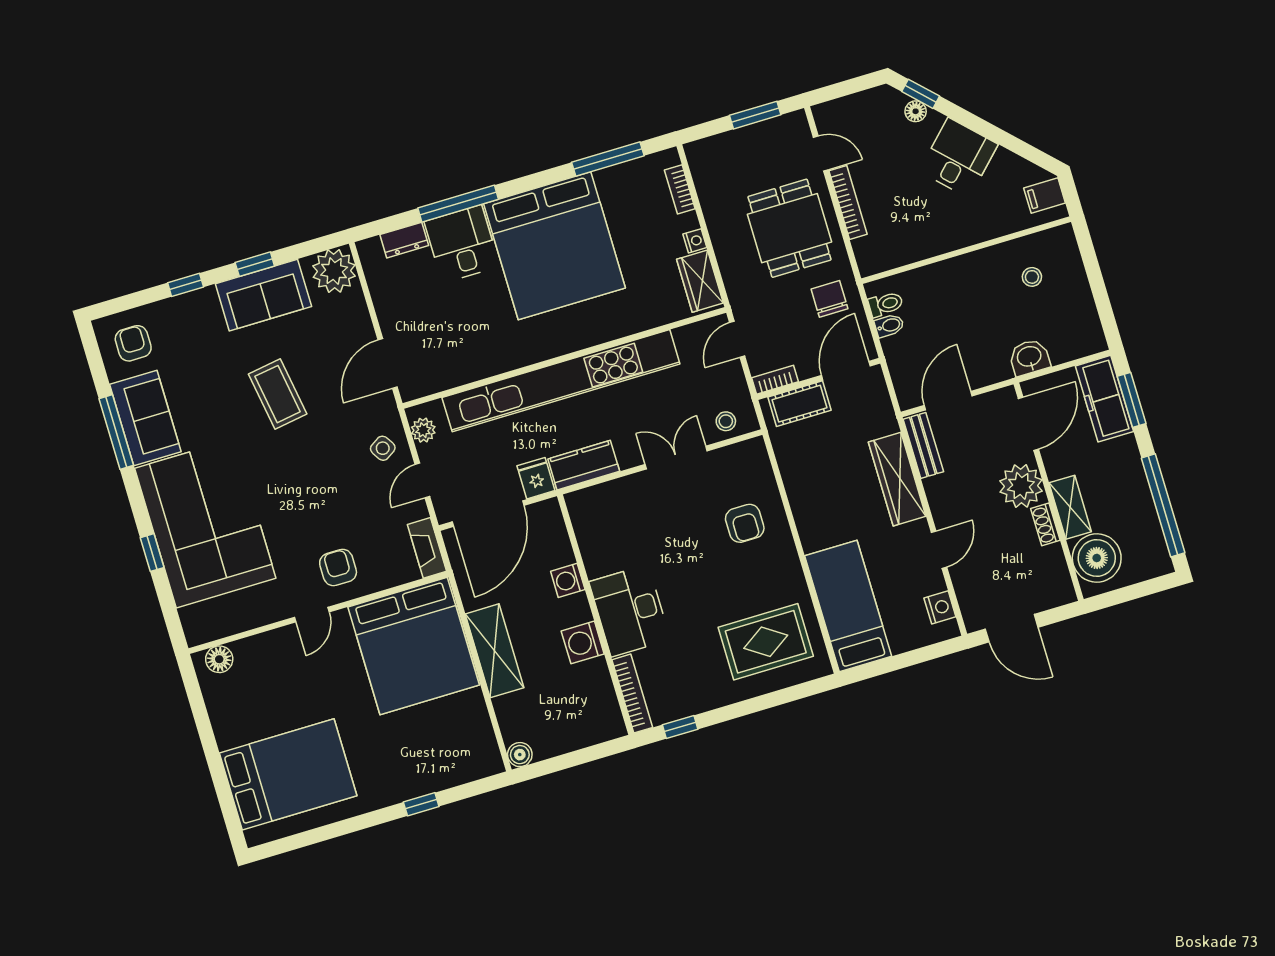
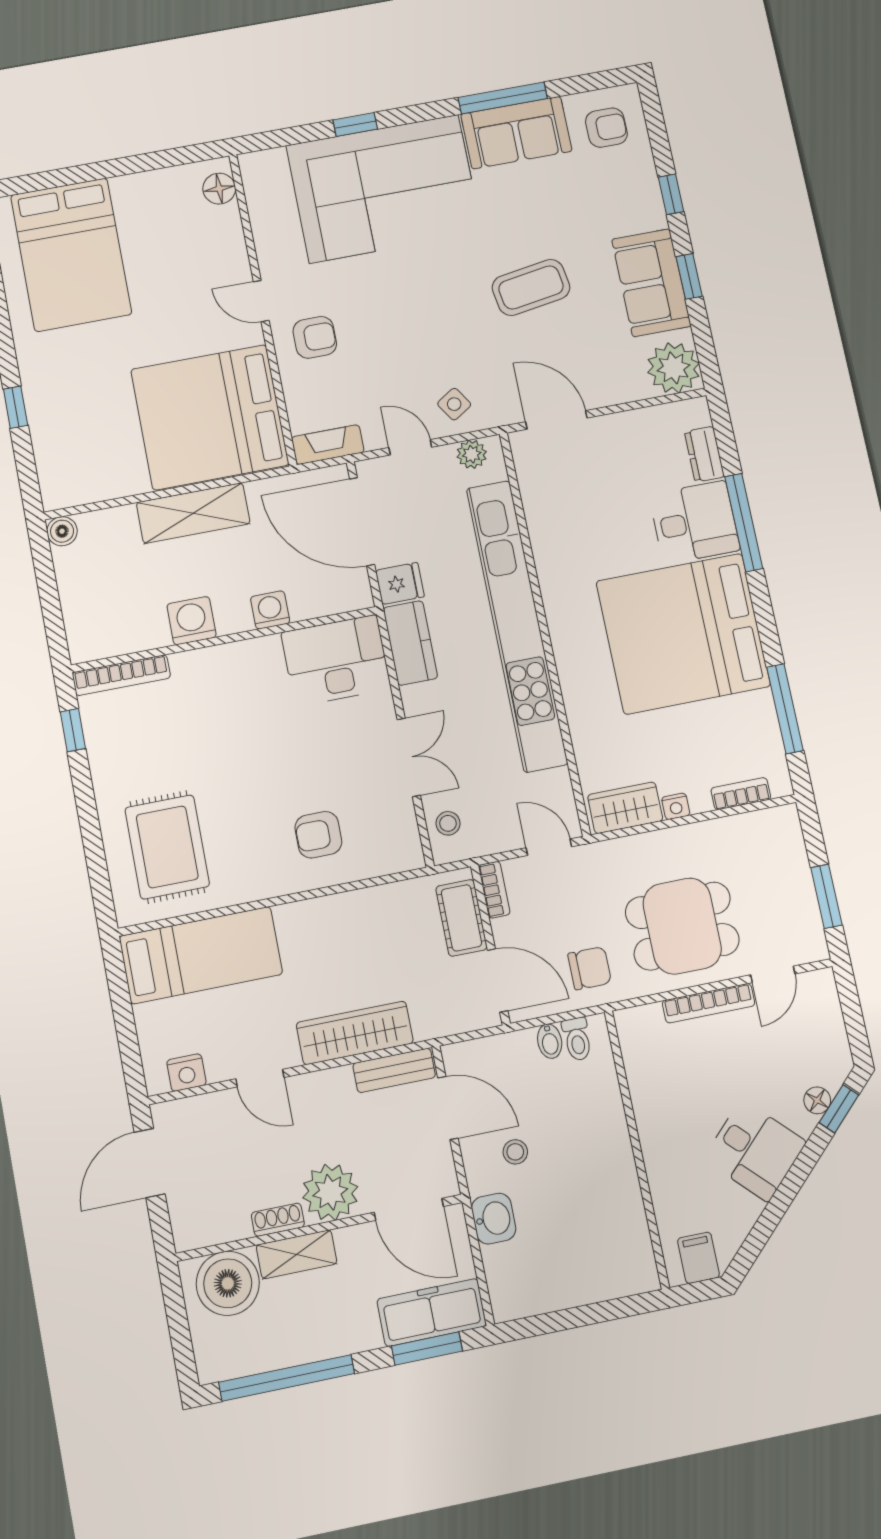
stool: (1032, 277) -> (515, 1152), moved
desk: (630, 611) -> (336, 660), moved

